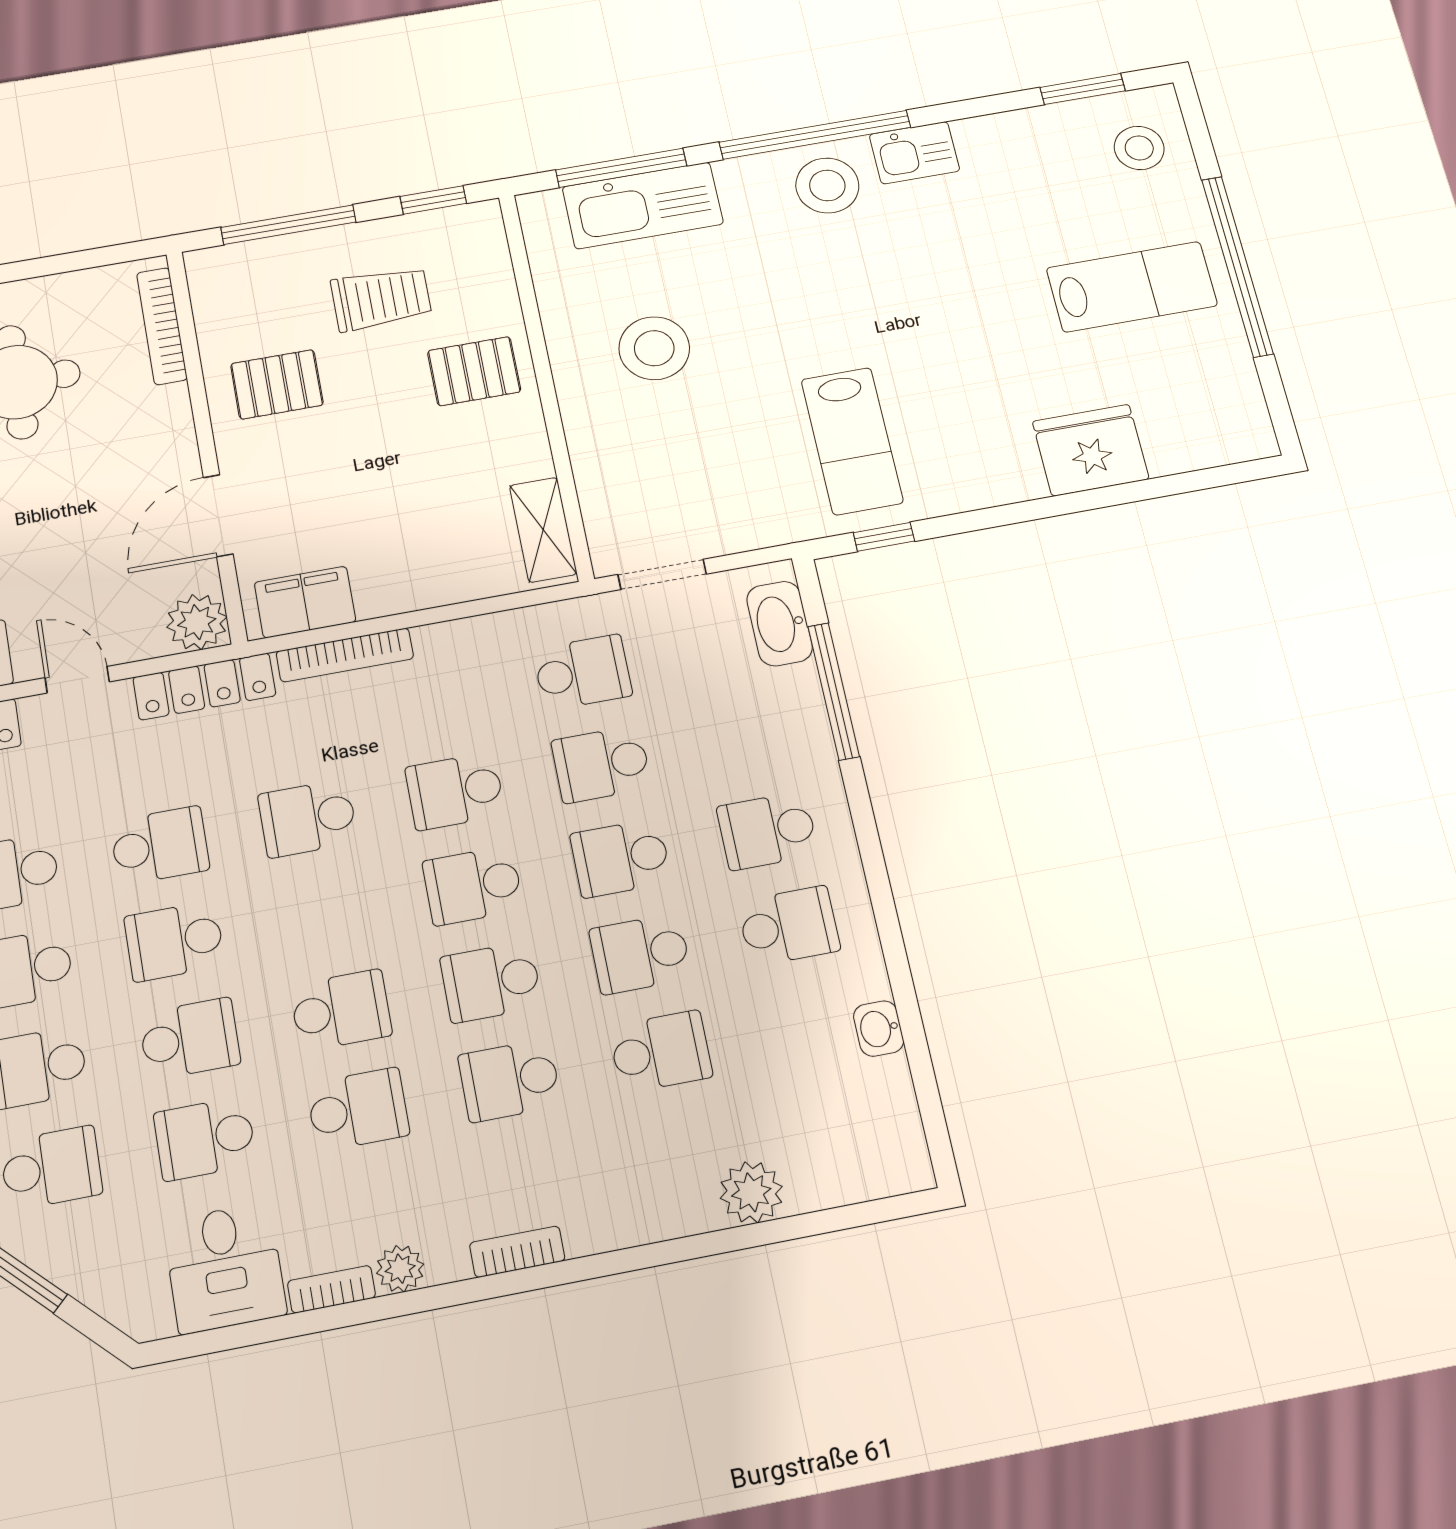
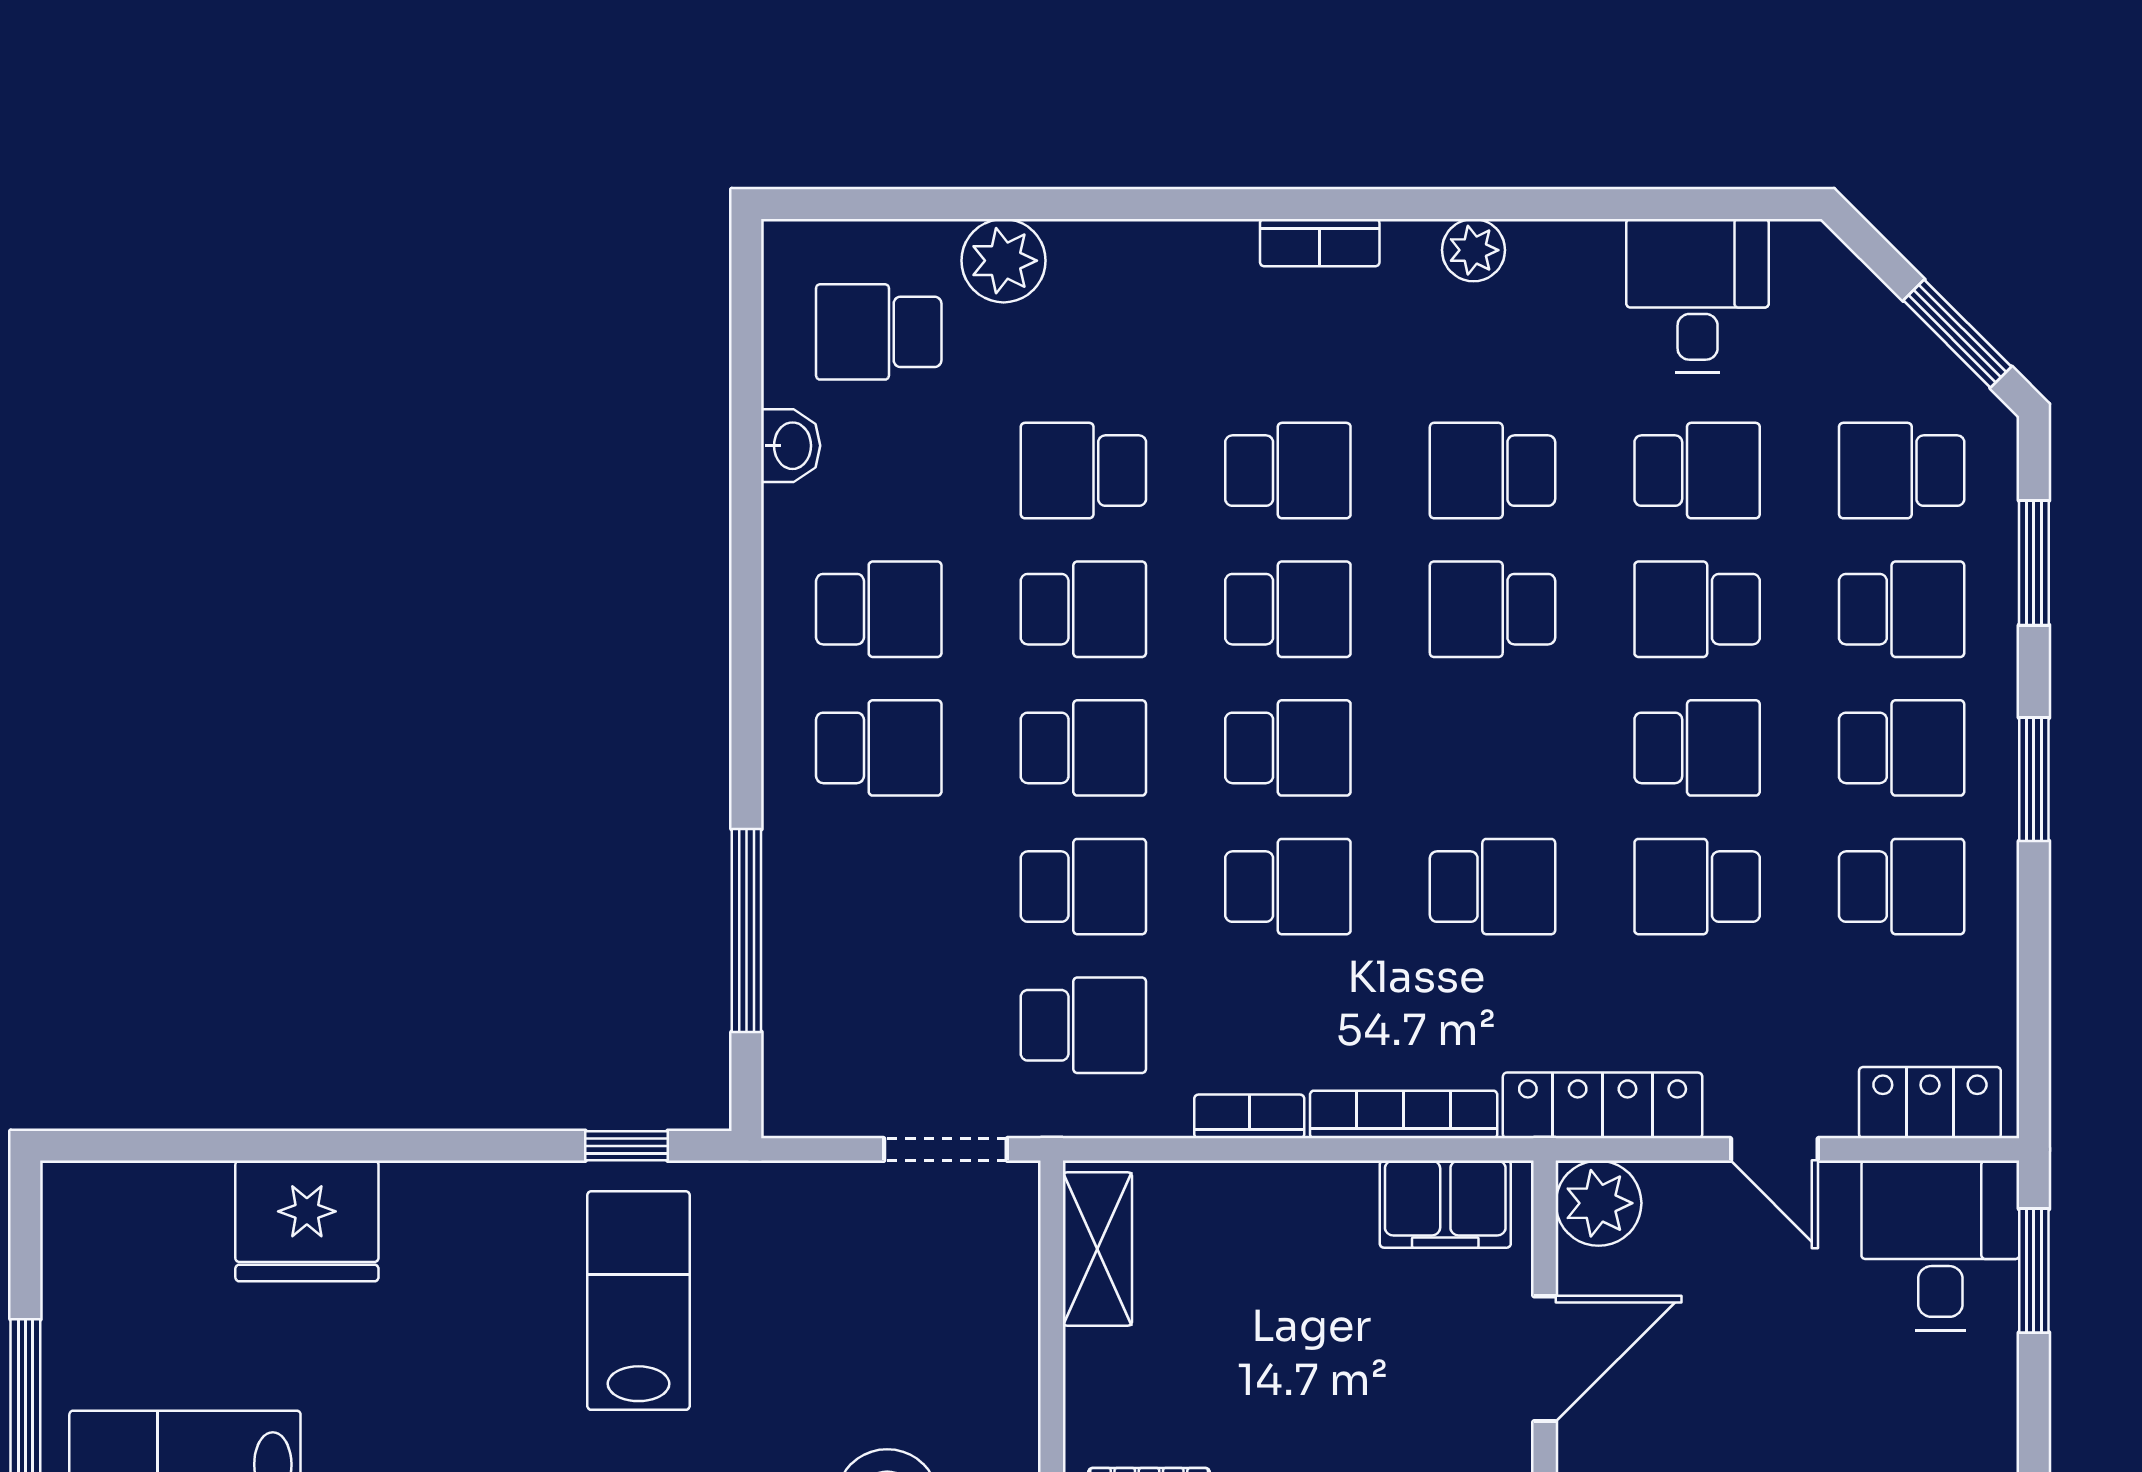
washbasin: (780, 624) -> (799, 1044), removed
school desk: (583, 672) -> (1083, 1025), turned 180
school desk: (789, 926) -> (879, 609), turned 180
school desk: (832, 1122) -> (879, 332), added
bookcase: (331, 1289) -> (1249, 1116), moved, turned 180

